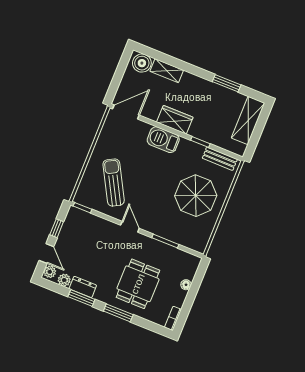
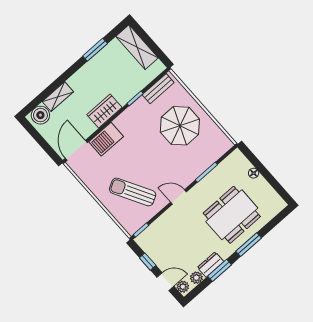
barbecue: (163, 140) -> (106, 139), moved
dining table: (138, 284) -> (232, 215), width x1.37
bookcase: (173, 318) -> (277, 199), removed

